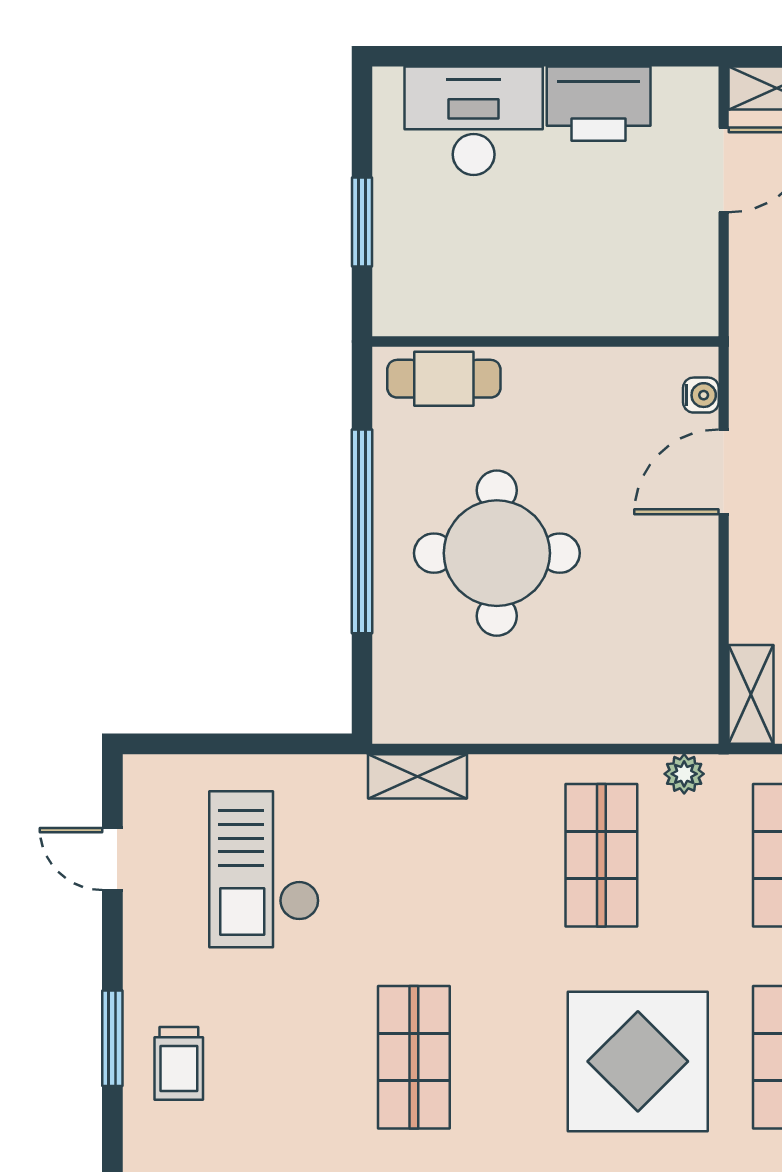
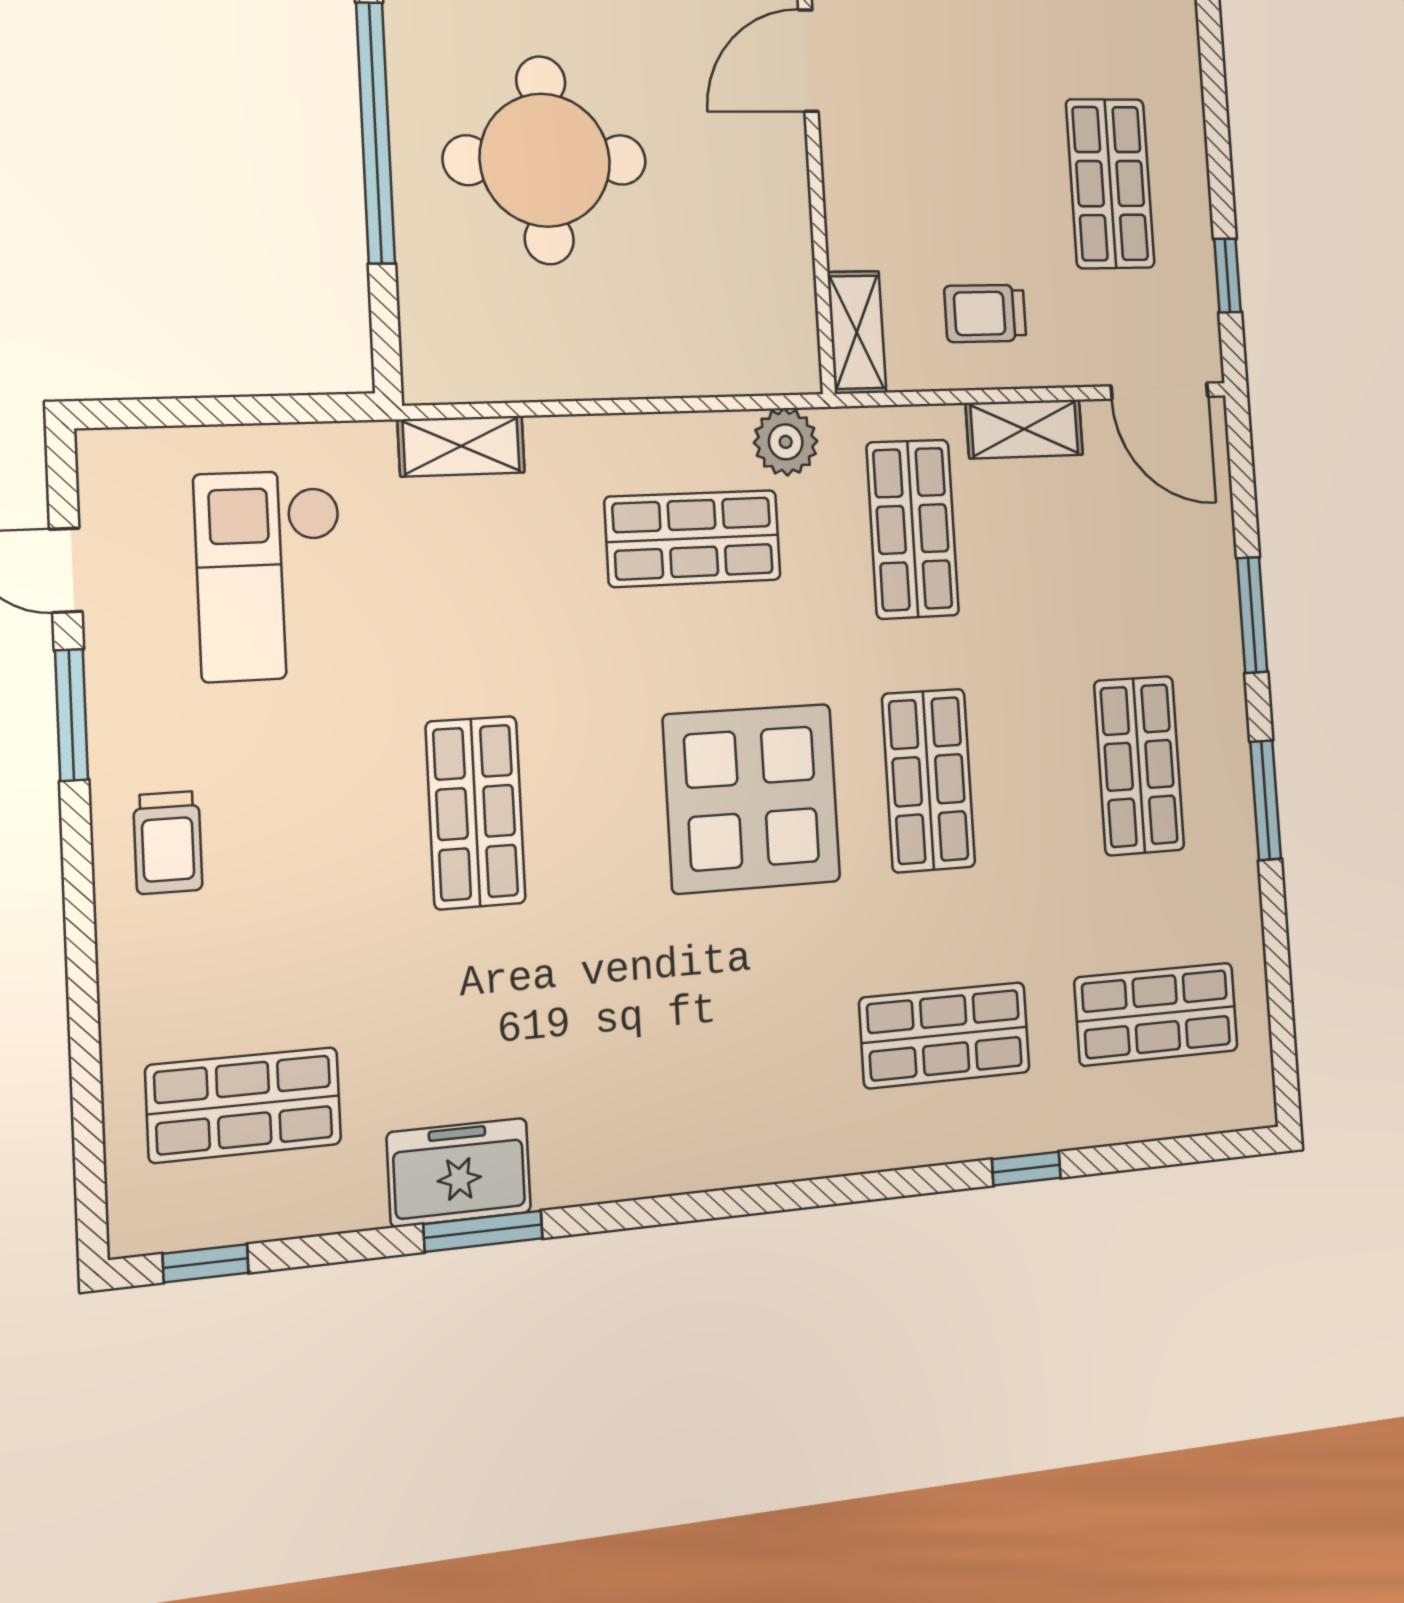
plant: (684, 774) -> (786, 442), width x1.38, depth x1.38
shop shelf: (601, 855) -> (693, 538), turned 90
window: (112, 1038) -> (72, 715), moved

